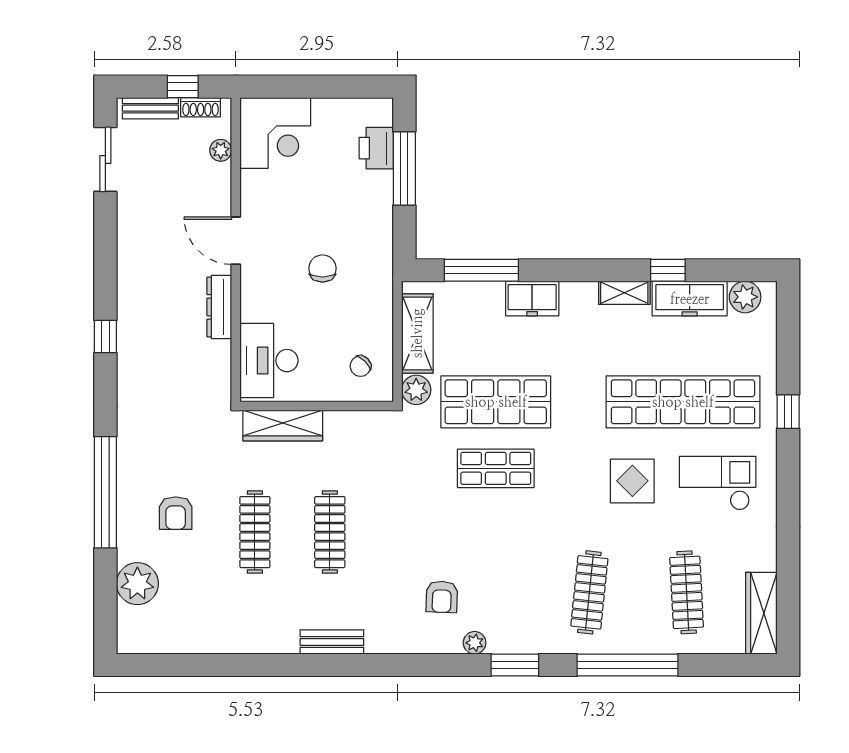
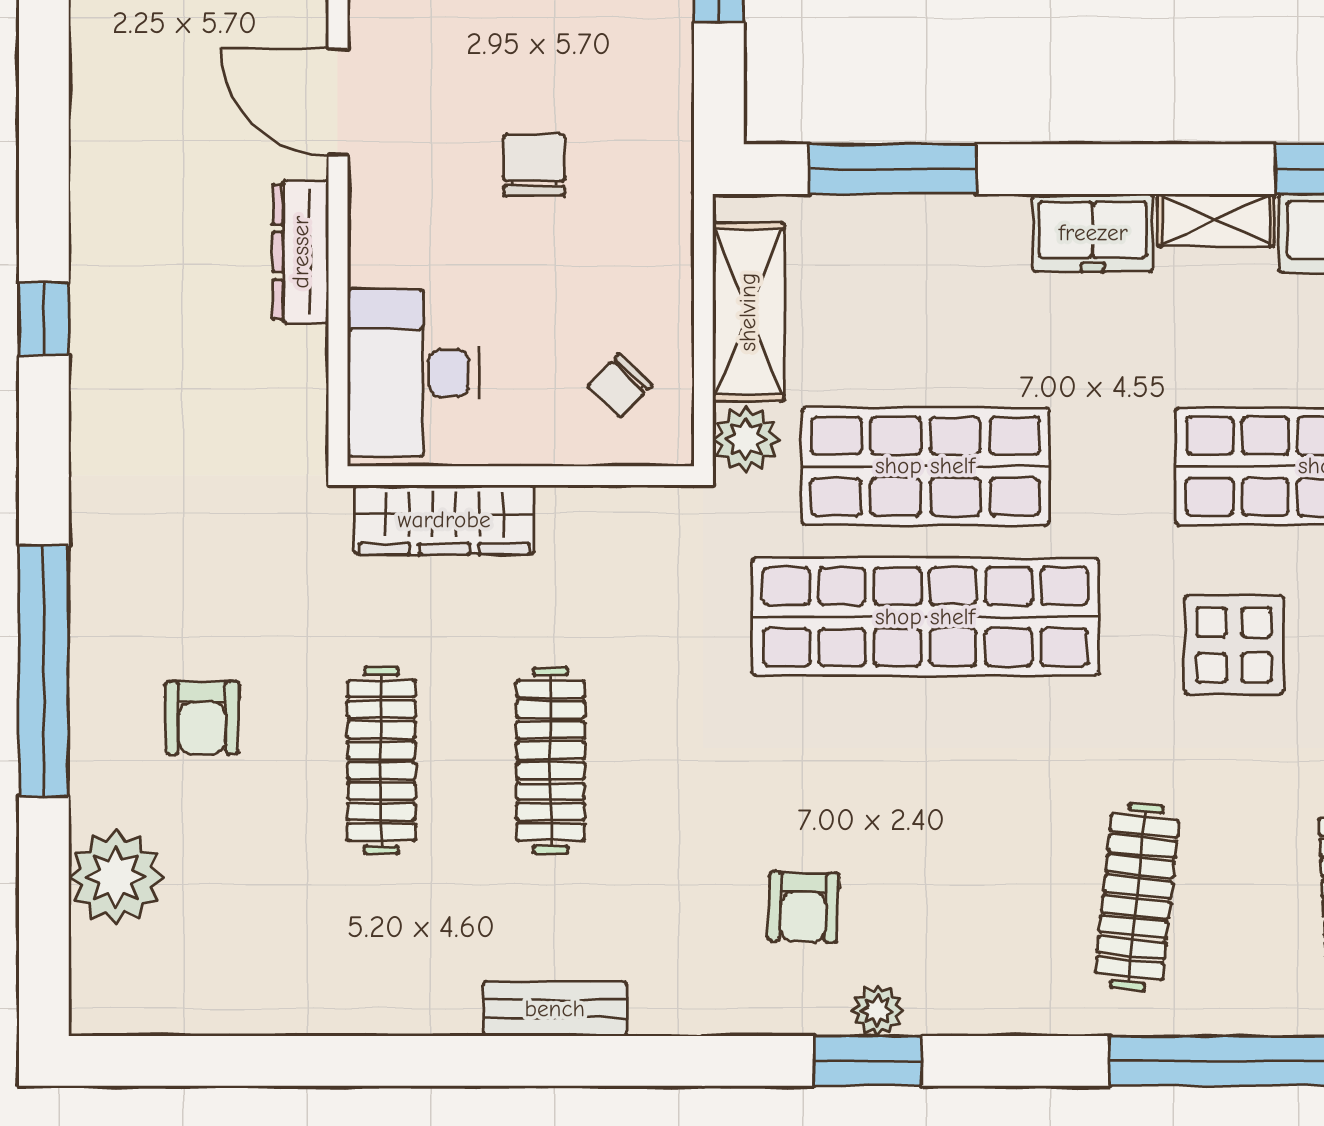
freezer: (532, 298) -> (1093, 233), moved
shop shelf: (496, 468) -> (925, 617), width x2.00, depth x1.36
window: (515, 665) -> (868, 1061), moved

